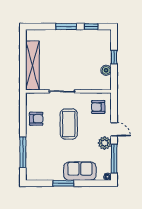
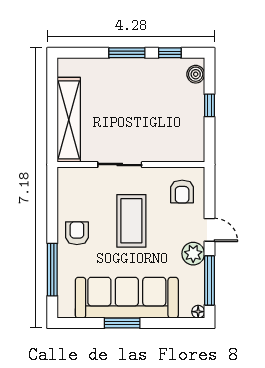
boiler: (106, 70) -> (196, 74), moved
armchair: (98, 107) -> (182, 191), turned -90
armchair: (36, 119) -> (77, 233), moved, turned -90
sofa: (80, 171) -> (127, 298), width x1.85, depth x1.27

